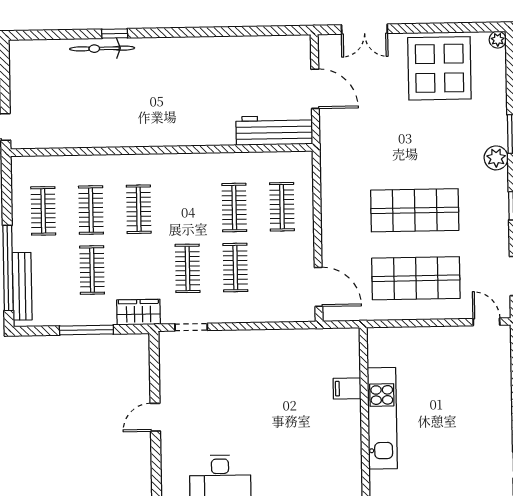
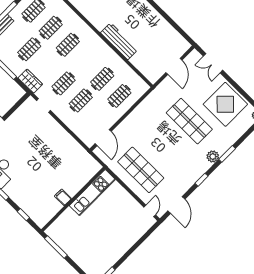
workbench: (274, 130) -> (119, 41), moved
shop shelf: (415, 210) -> (189, 121), moved
filing cabinet: (347, 388) -> (63, 197), moved
kitchen unit: (382, 418) -> (92, 193), moved

